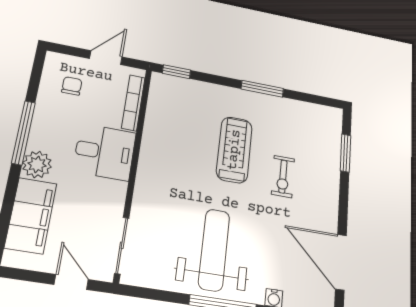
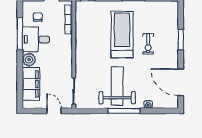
window: (23, 133) -> (20, 34), moved
treadmill: (234, 150) -> (122, 34), width x1.37, depth x1.38
desk: (105, 152) -> (36, 39), moved, turned 180
window: (346, 153) -> (181, 40), moved

